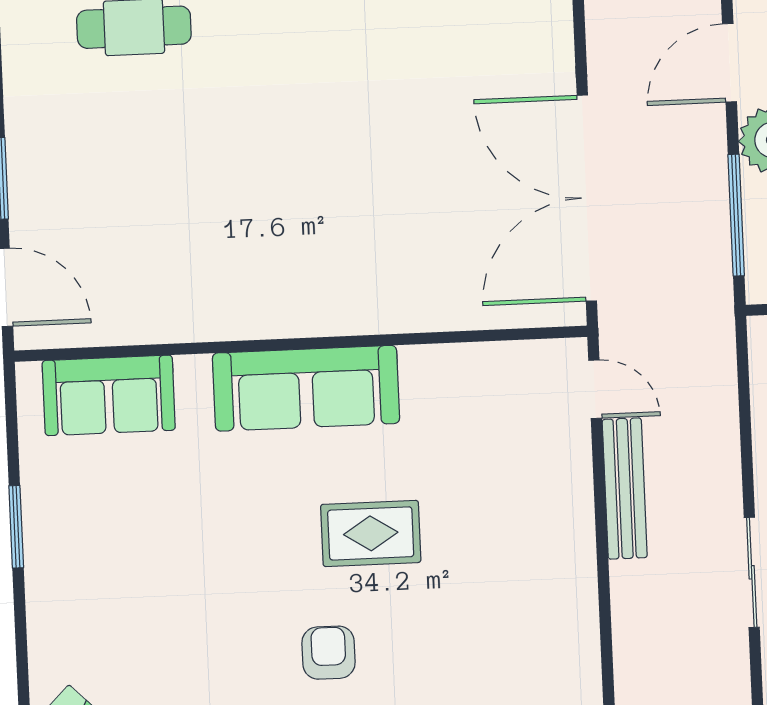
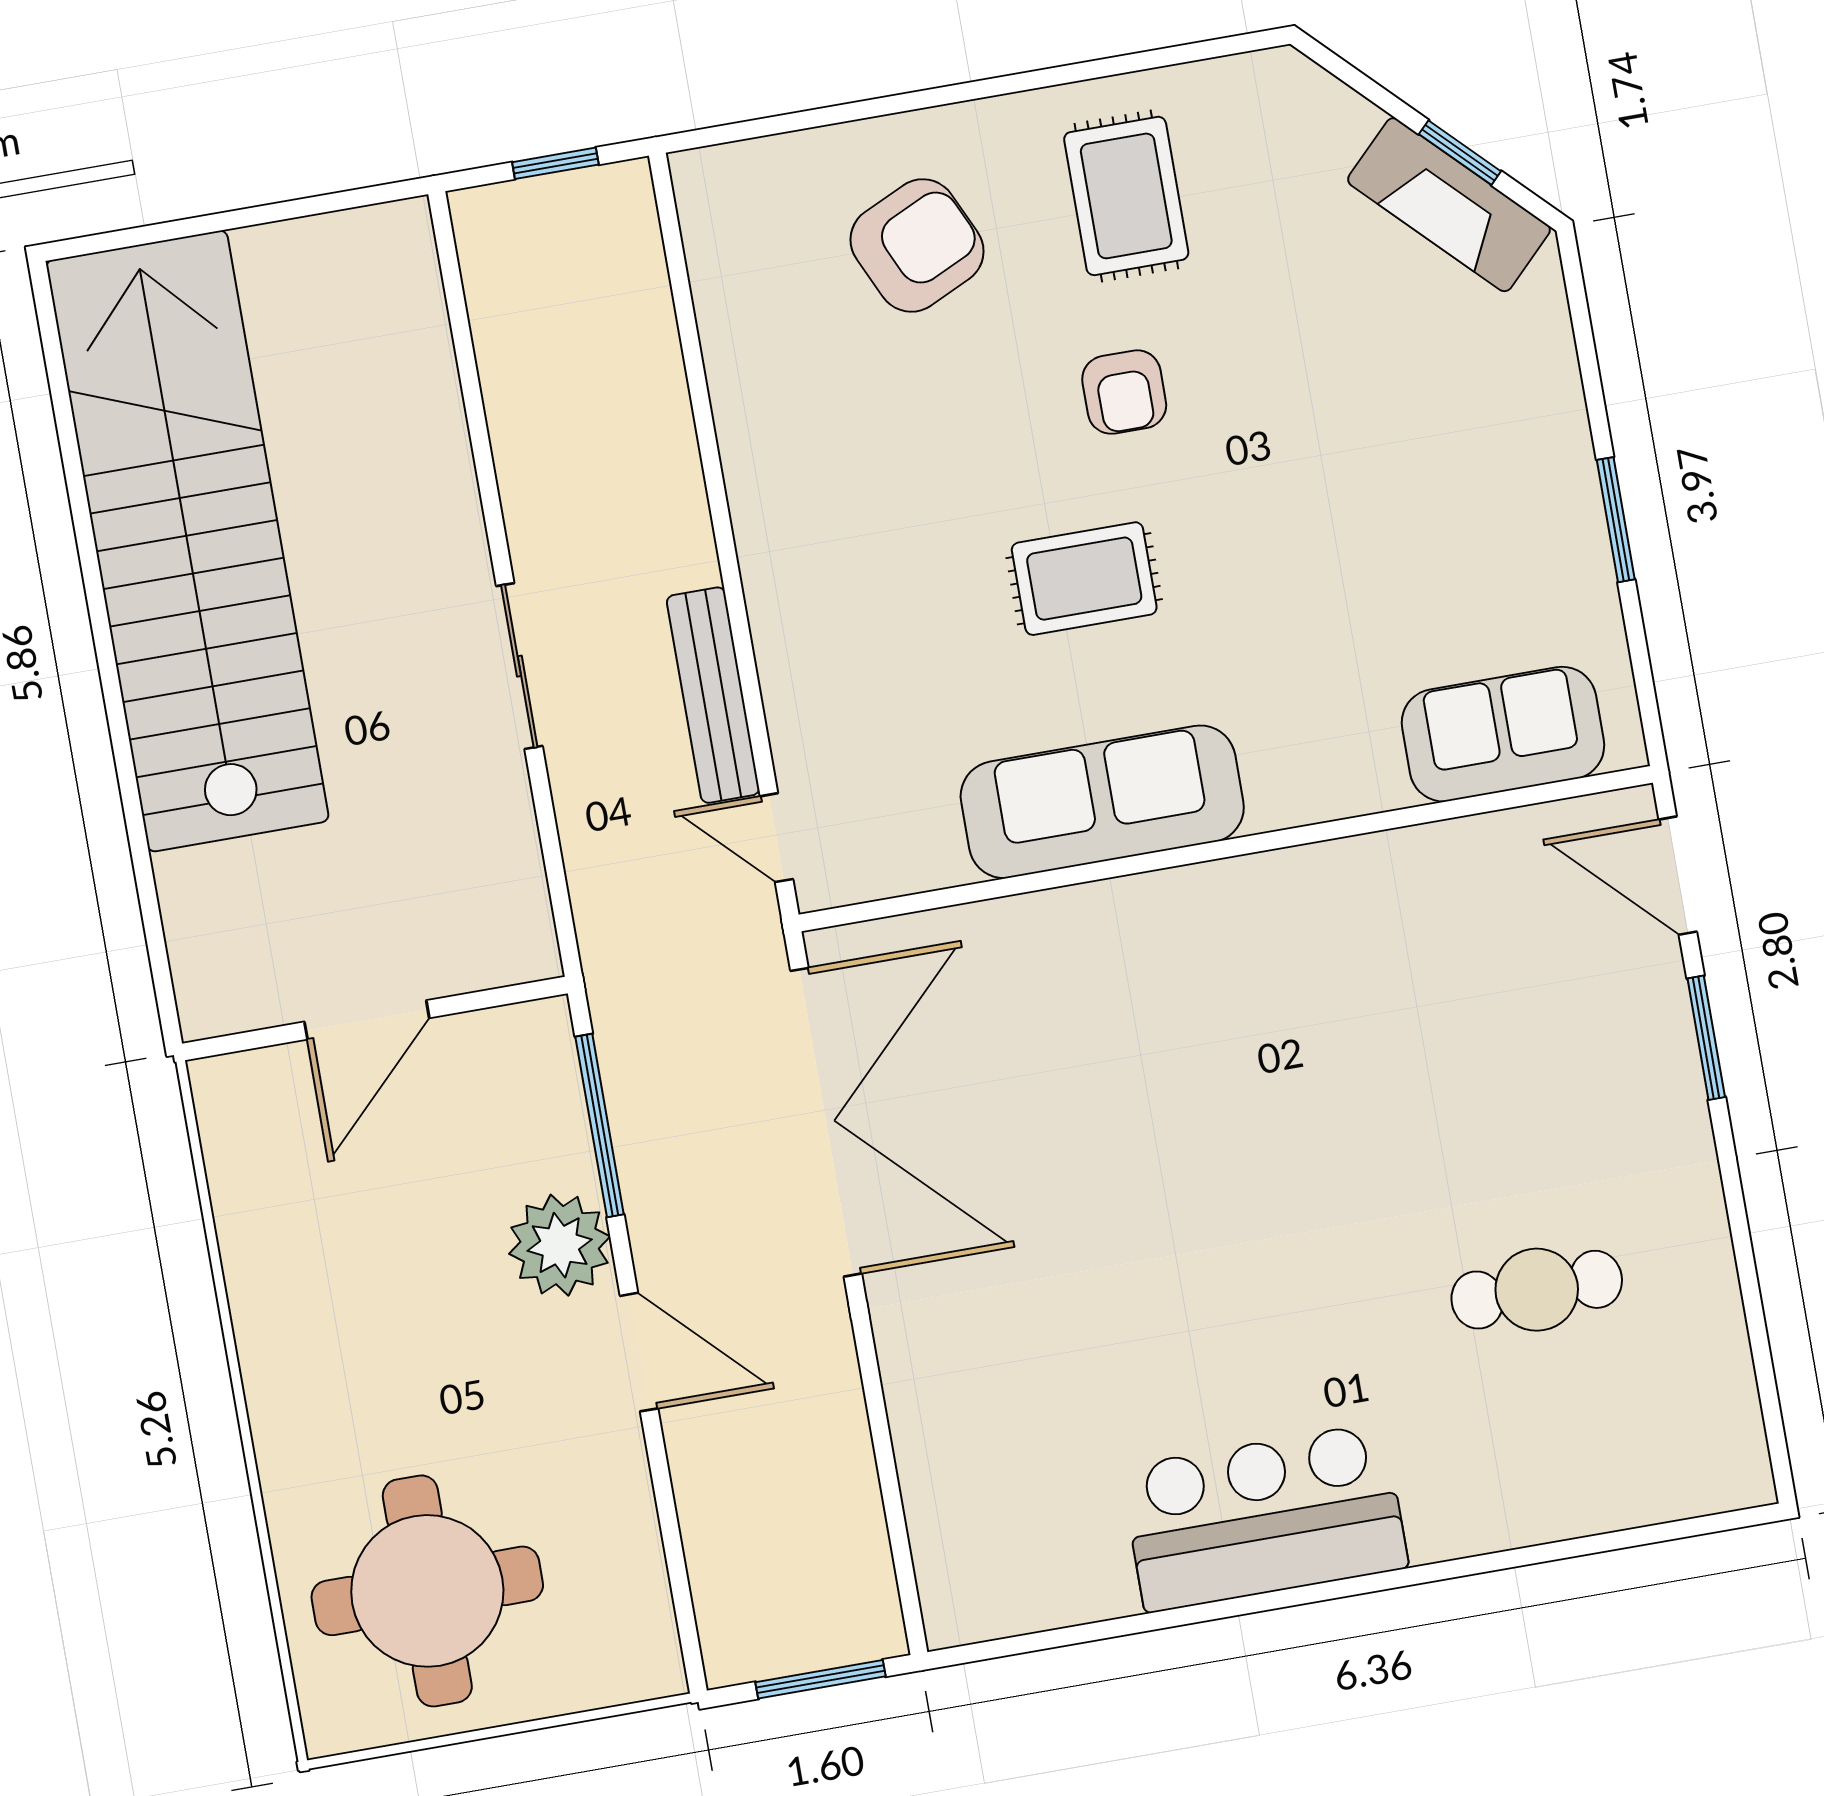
door: (729, 63) -> (639, 1352), hinge flipped
sofa: (306, 388) -> (1102, 802), moved
sliding door: (752, 572) -> (519, 666), moved

